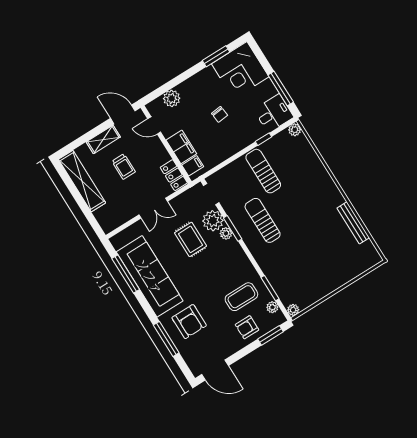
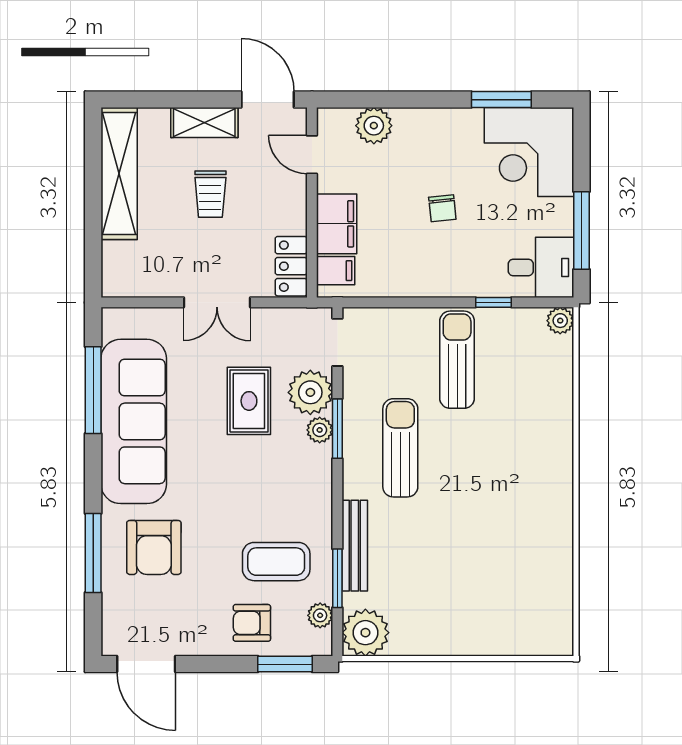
bench: (353, 223) -> (355, 546), moved
plant: (293, 310) -> (365, 633), width x1.88, depth x1.88

